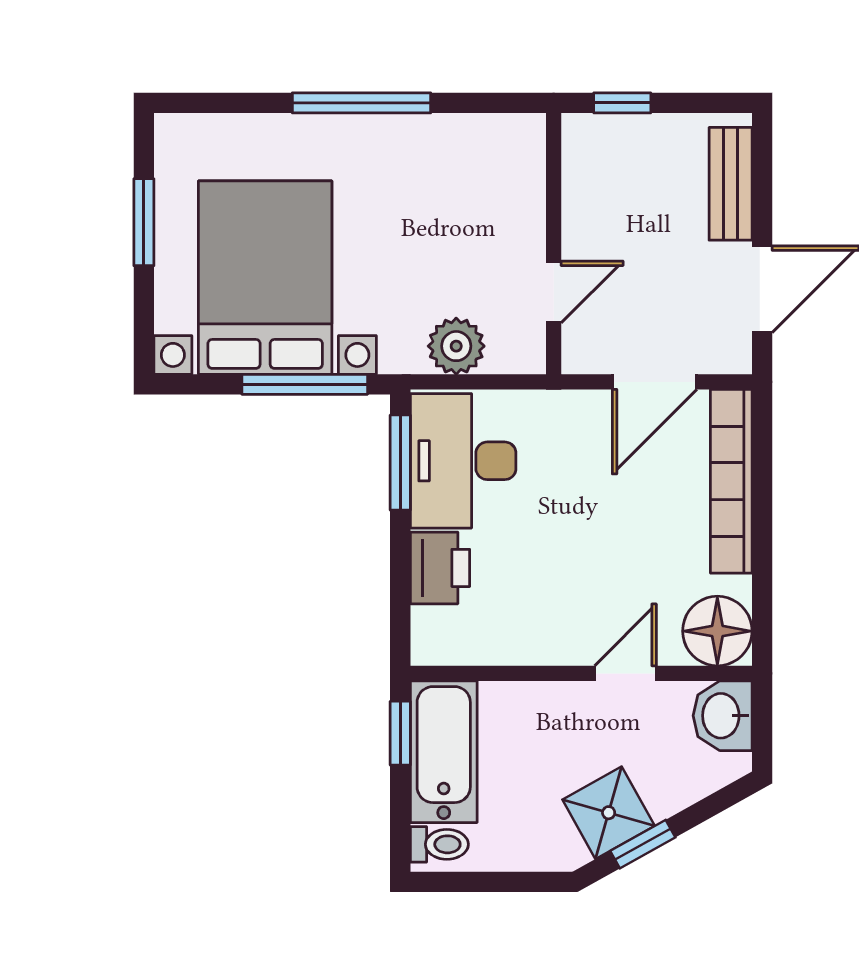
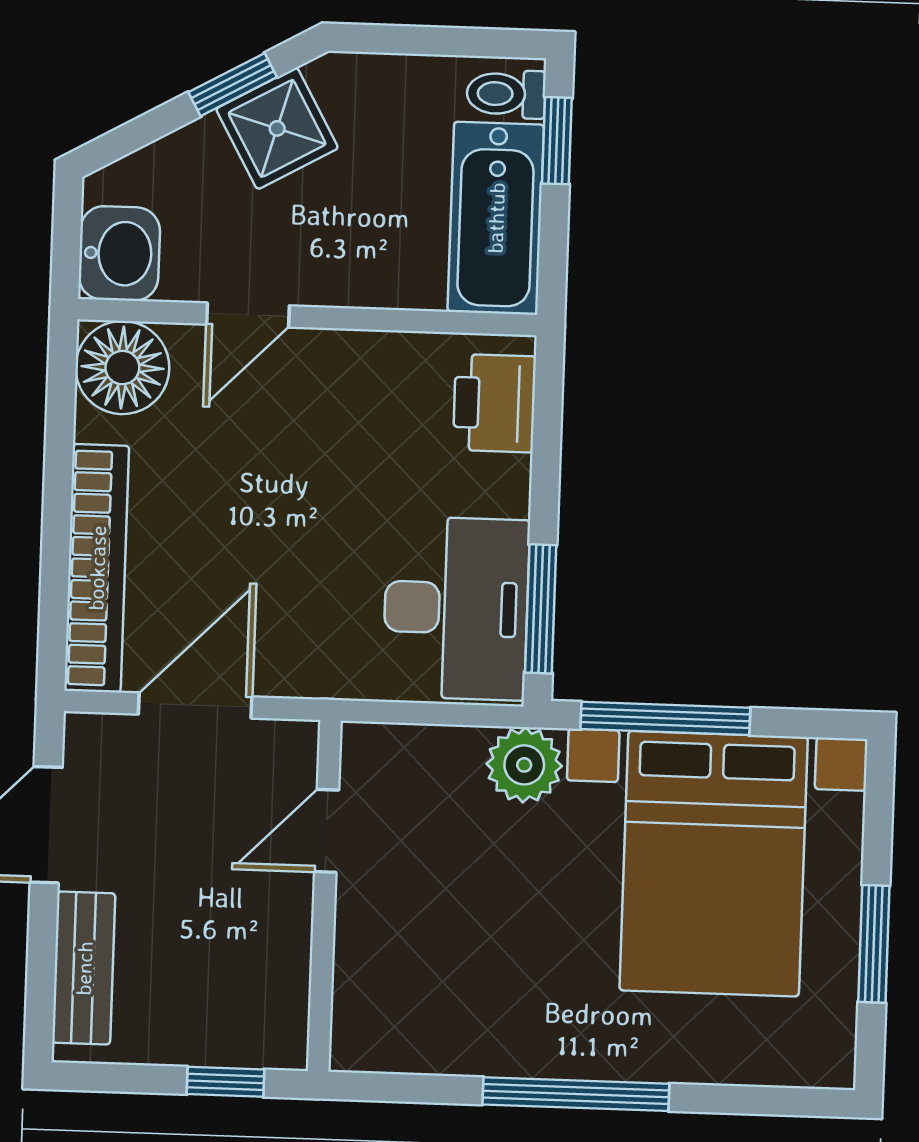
plant: (456, 346) -> (524, 765), moved
printer: (440, 568) -> (494, 403), moved
window: (400, 733) -> (557, 141), moved

